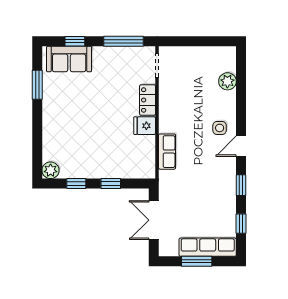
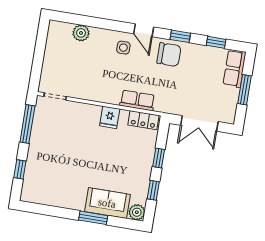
sofa: (69, 59) -> (107, 203), moved, turned -90
window: (37, 85) -> (93, 218), moved
locker: (148, 100) -> (143, 120), moved
chair: (220, 176) -> (169, 55), added
row of seats: (208, 247) -> (234, 69), width x0.68

